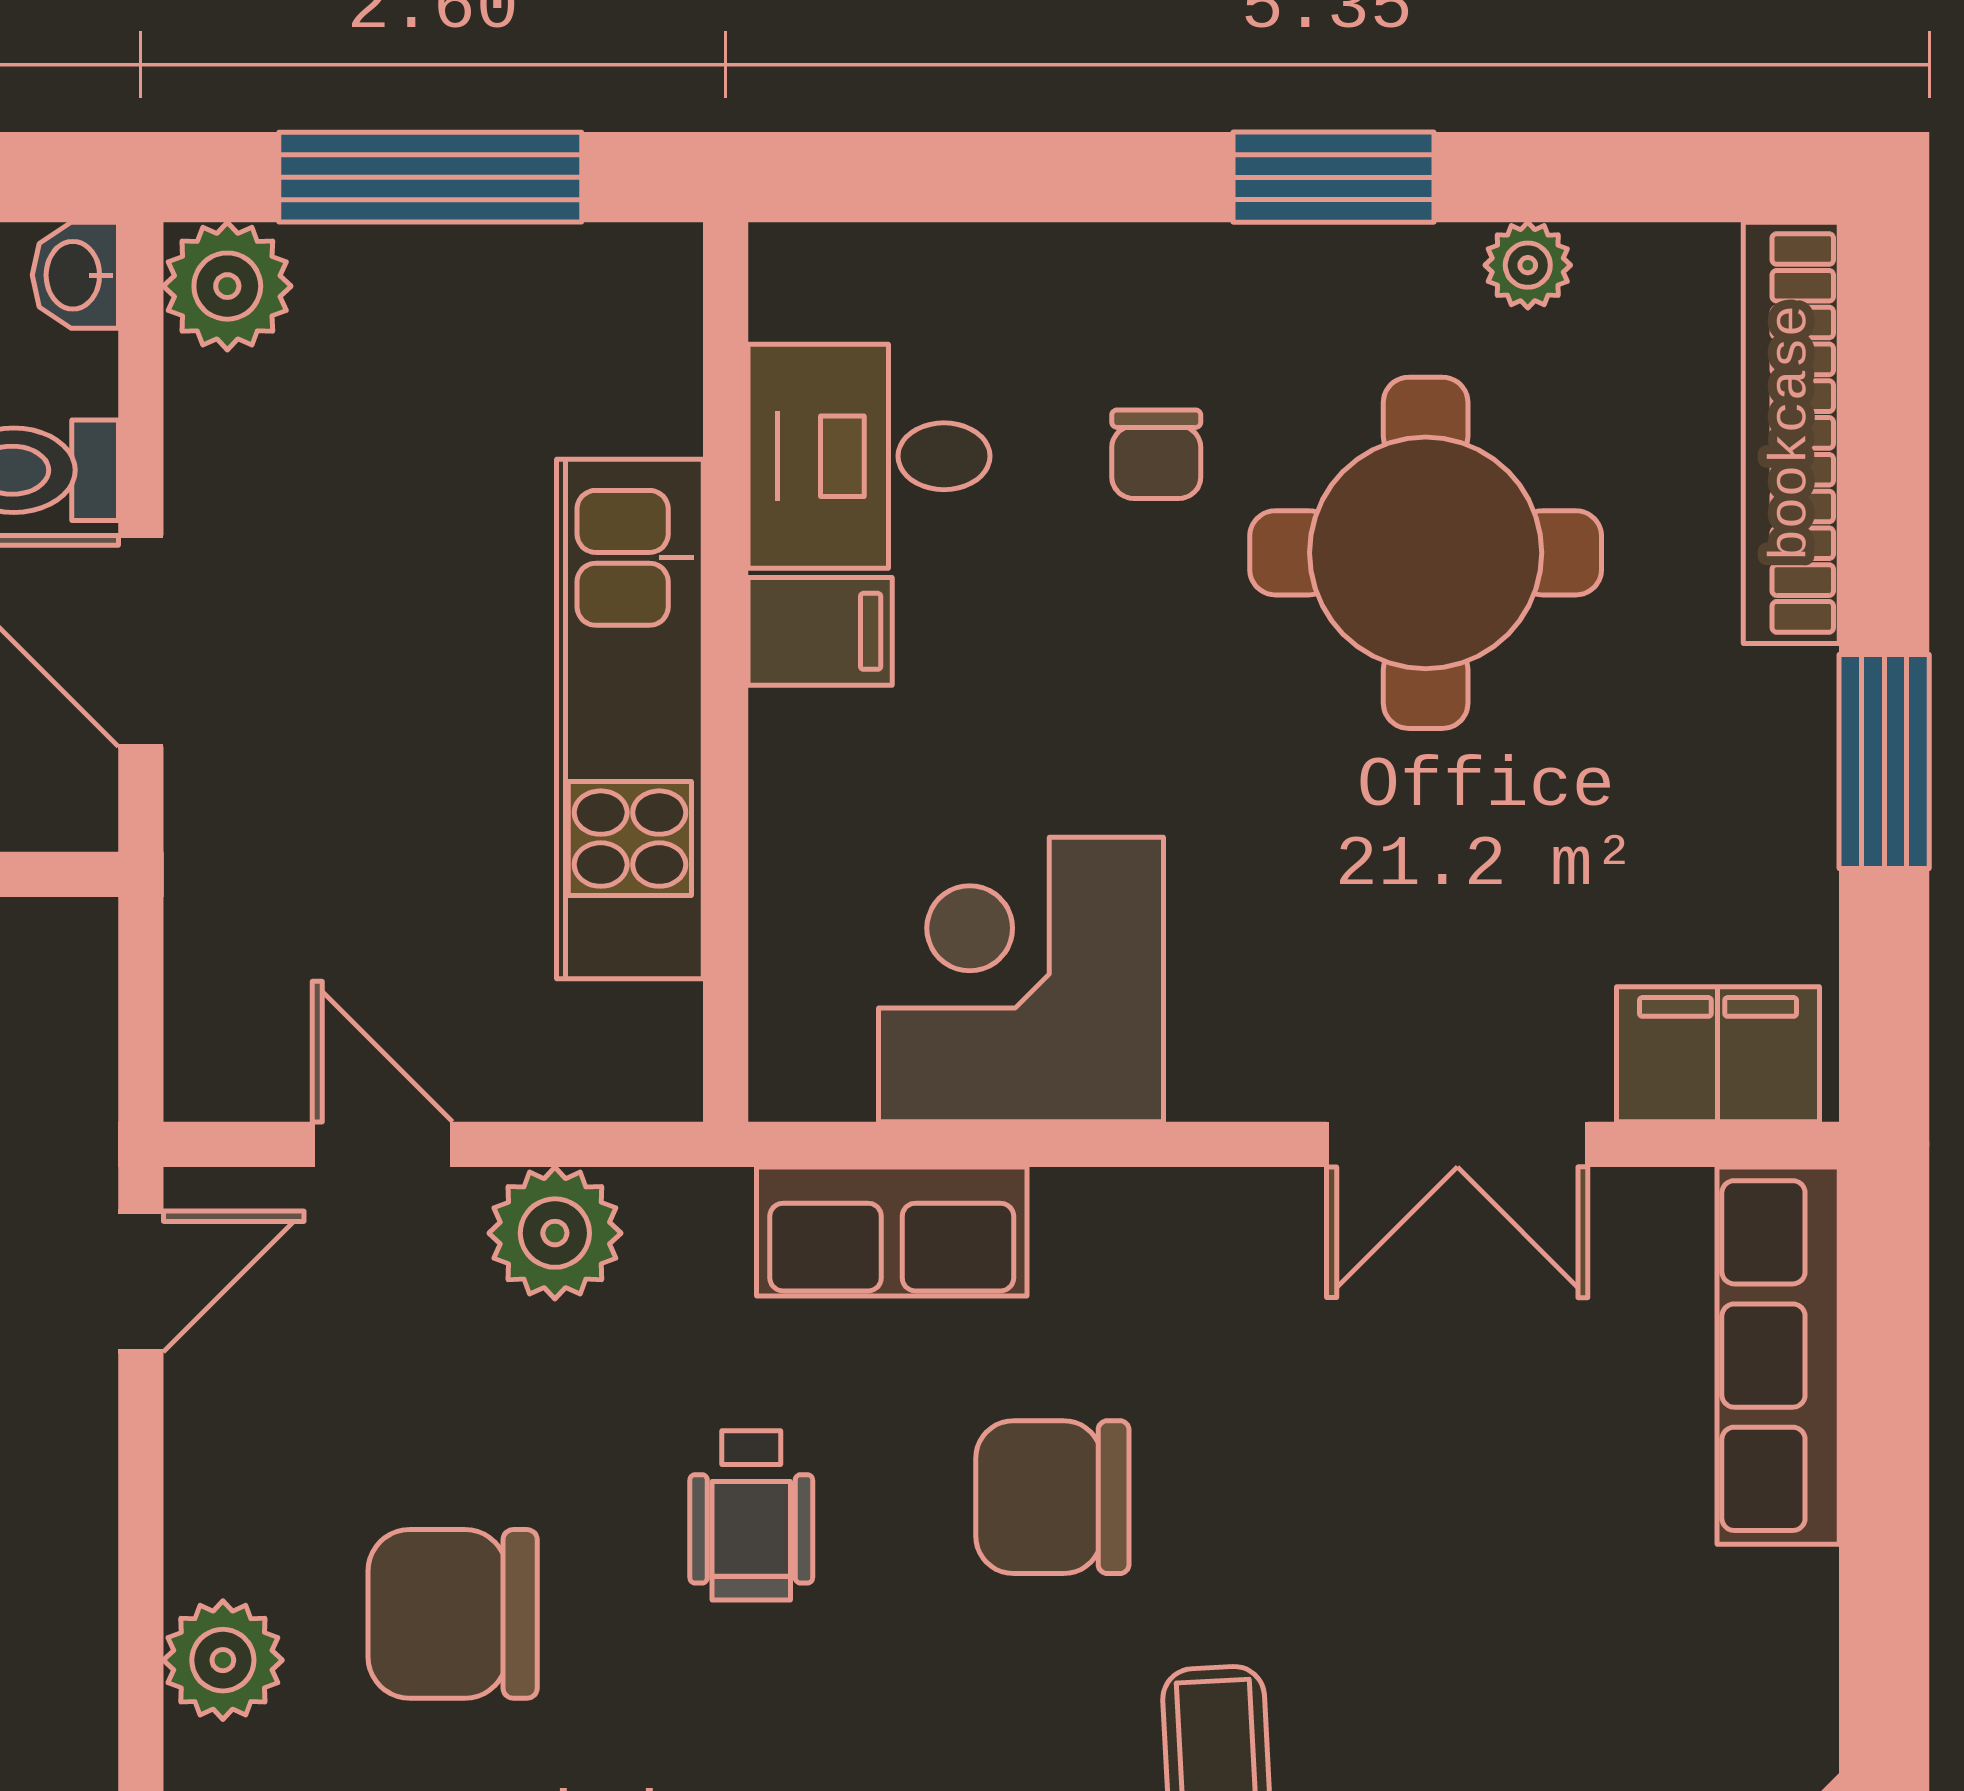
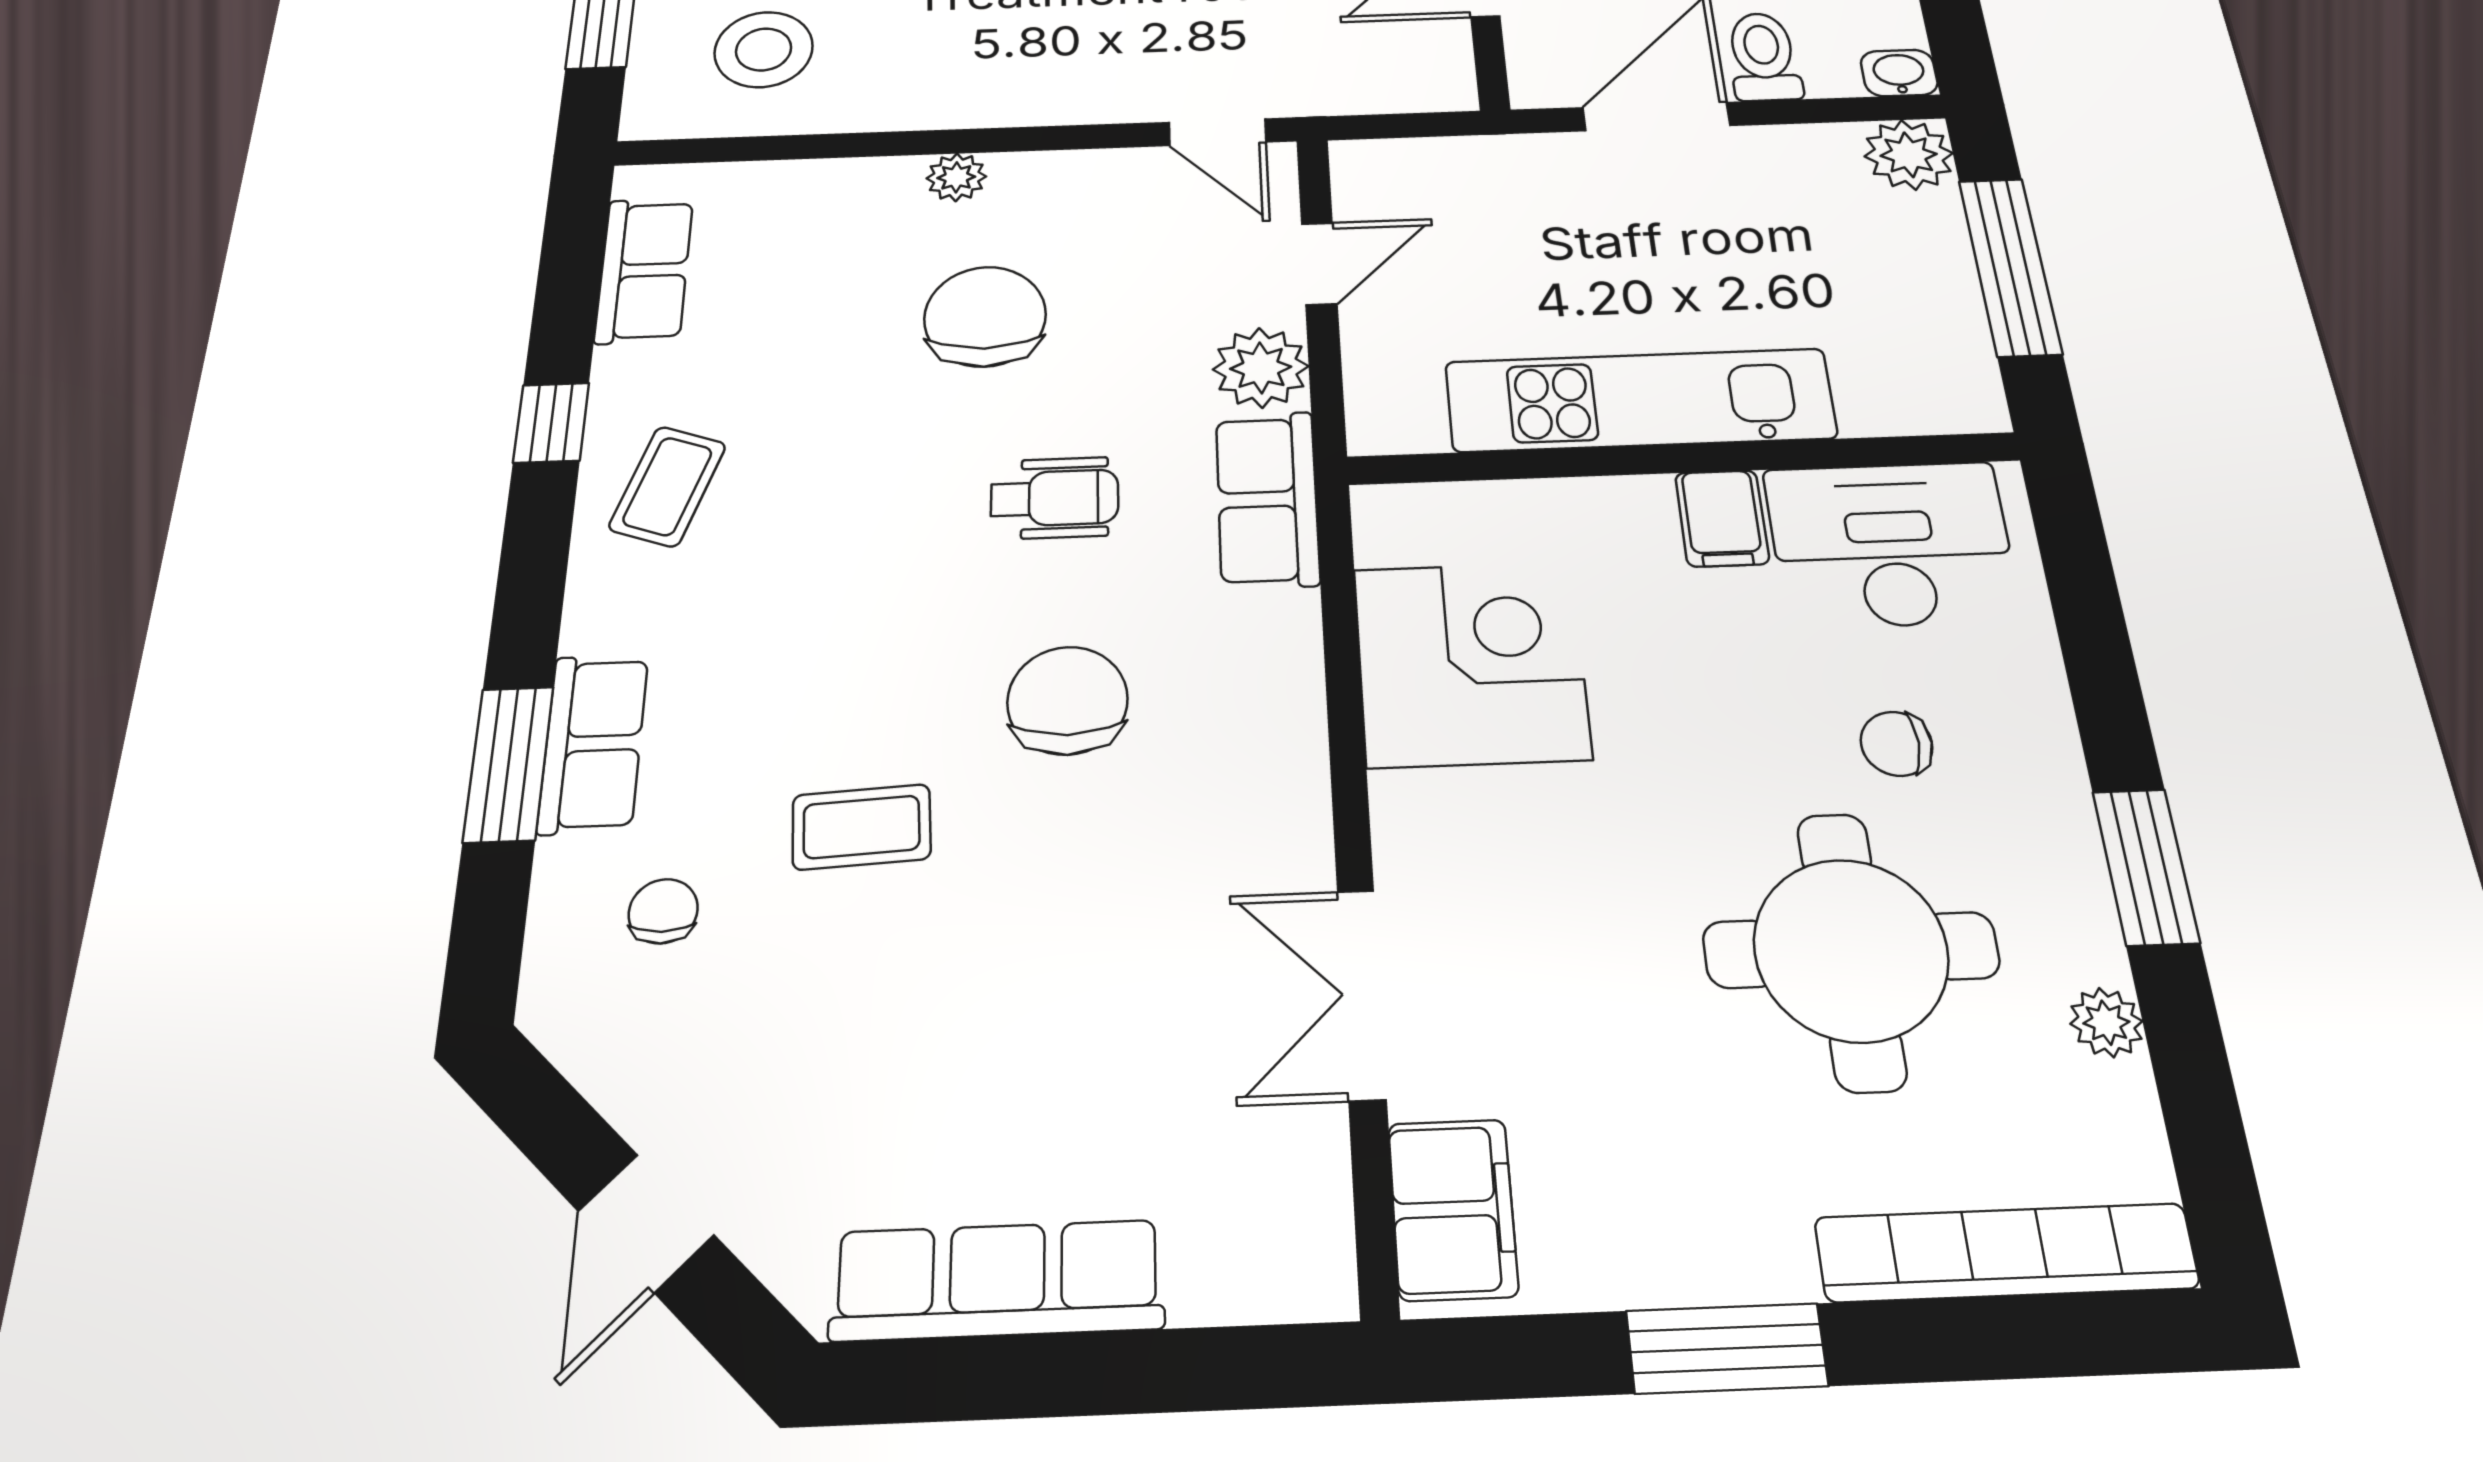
desk: (869, 456) -> (1891, 544), width x1.37
row of seats: (892, 1232) -> (1267, 499), moved
row of seats: (1778, 1356) -> (997, 1280), moved
wheelchair: (751, 1515) -> (1055, 498), turned 180
plant: (223, 1660) -> (956, 177), width x0.73, depth x0.73

